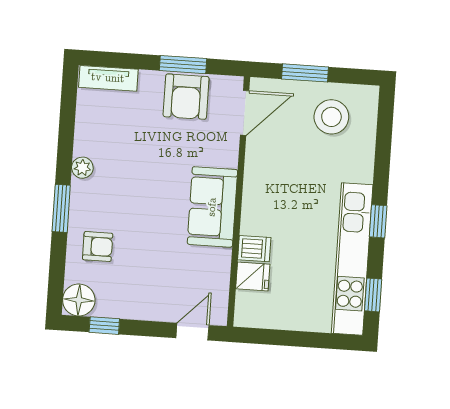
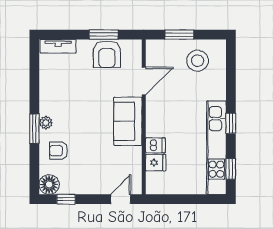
door: (245, 113) -> (144, 81), moved
plant: (82, 168) -> (46, 123), moved
armchair: (98, 247) -> (59, 151), turned 180

